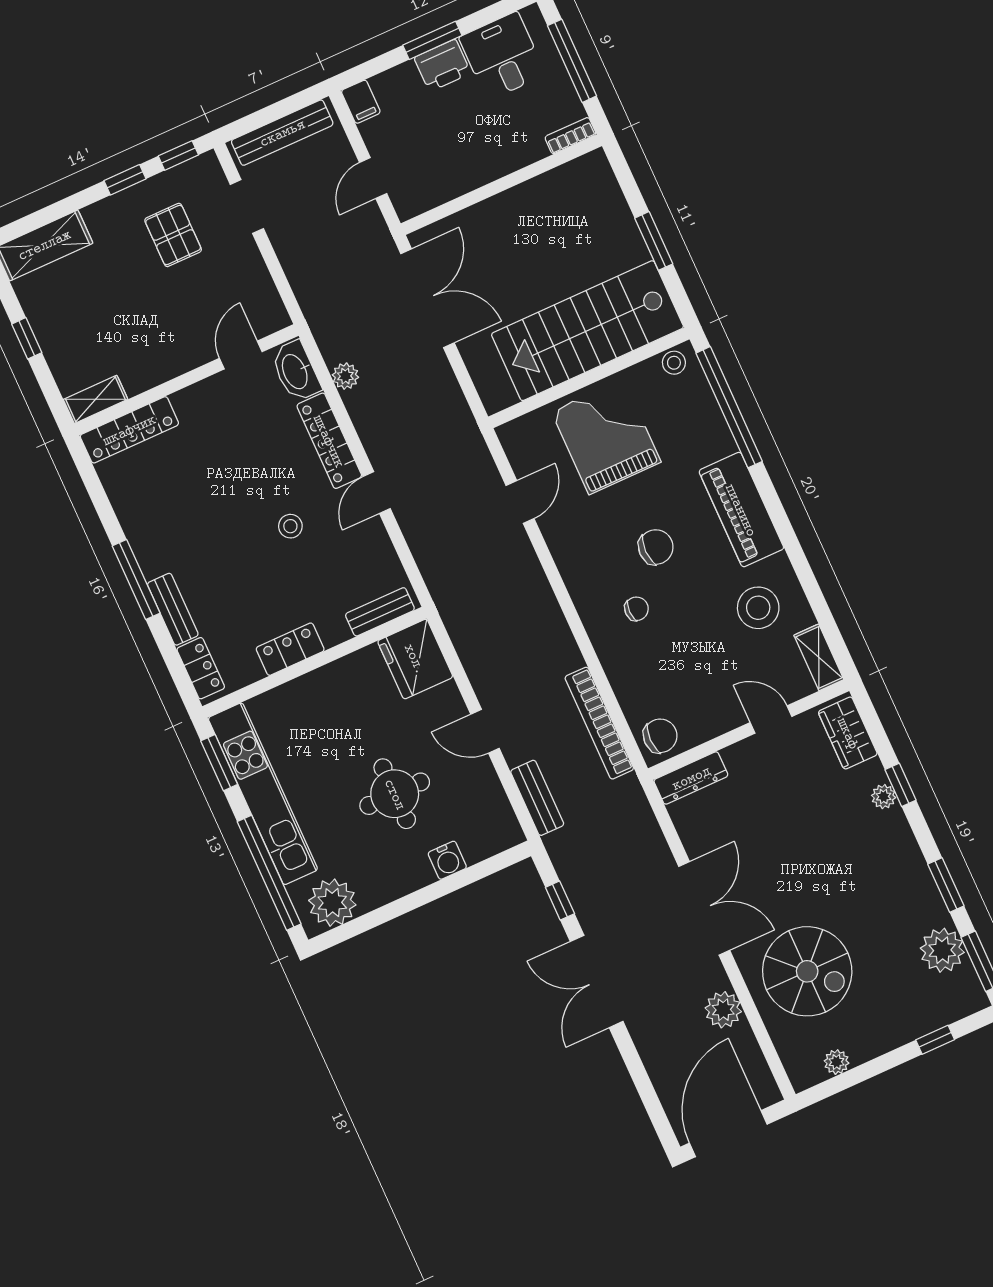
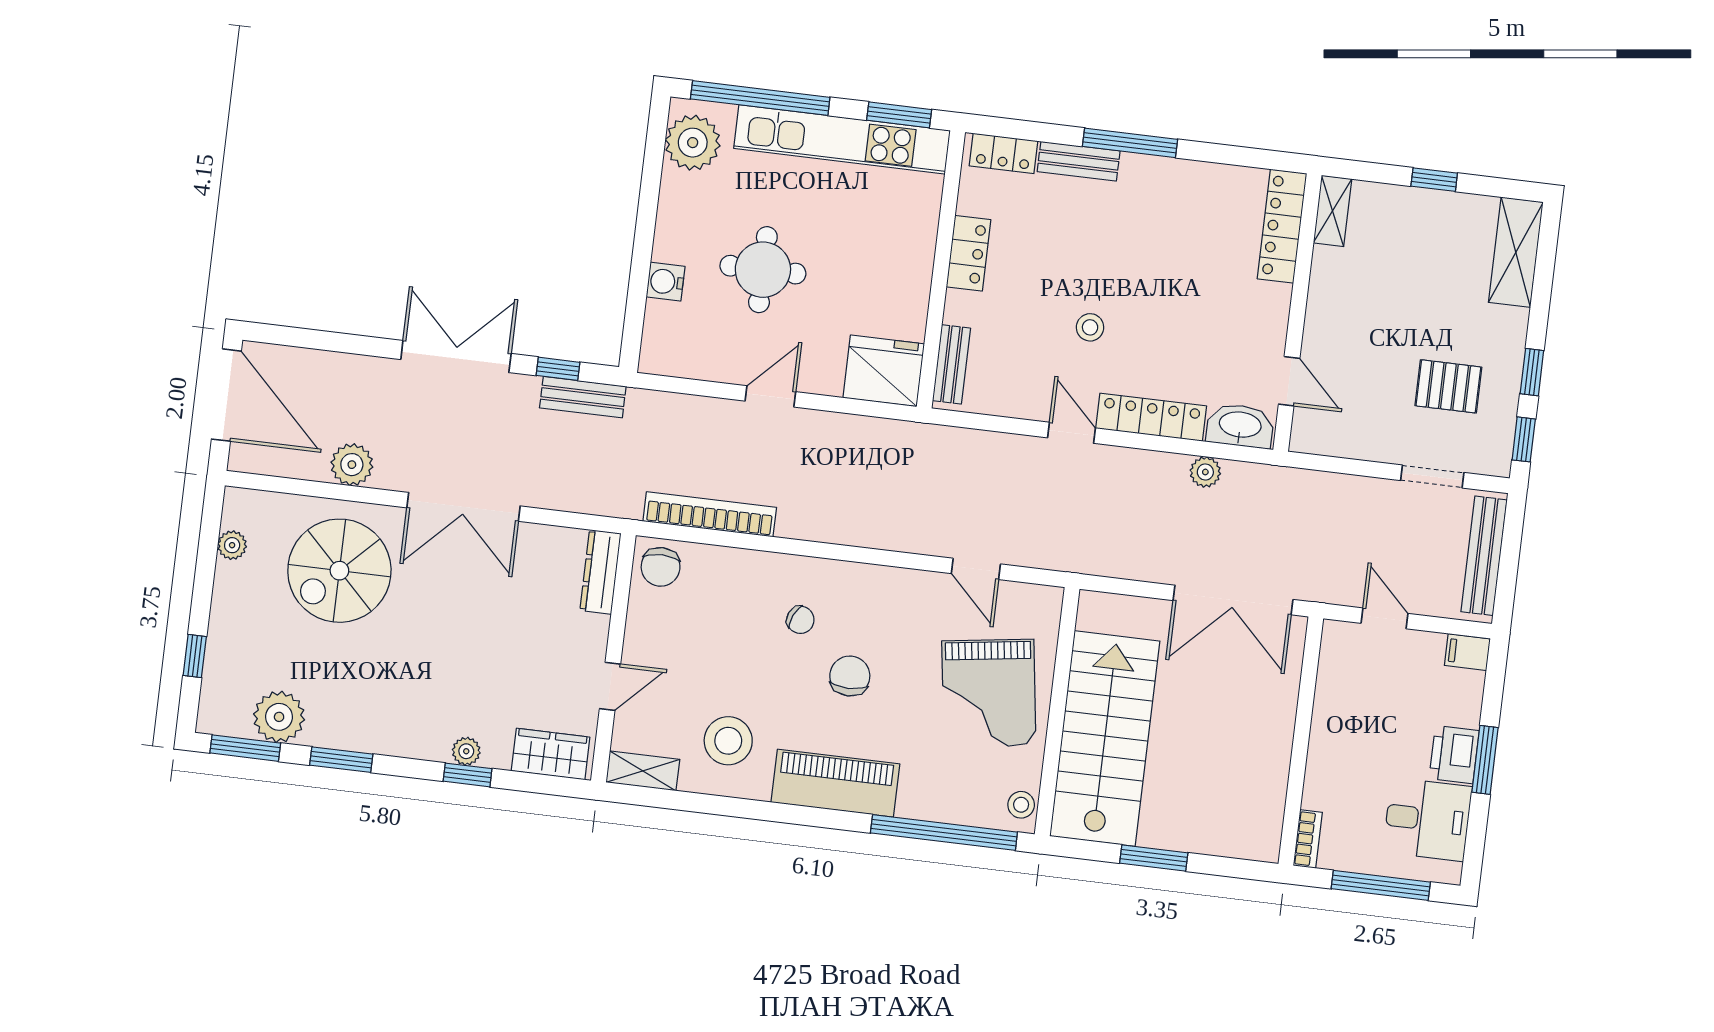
grand piano: (606, 437) -> (989, 693), turned 82
chair: (656, 547) -> (850, 676), turned 180
chair: (636, 609) -> (800, 620), turned -66
bench: (537, 798) -> (583, 397), moved

